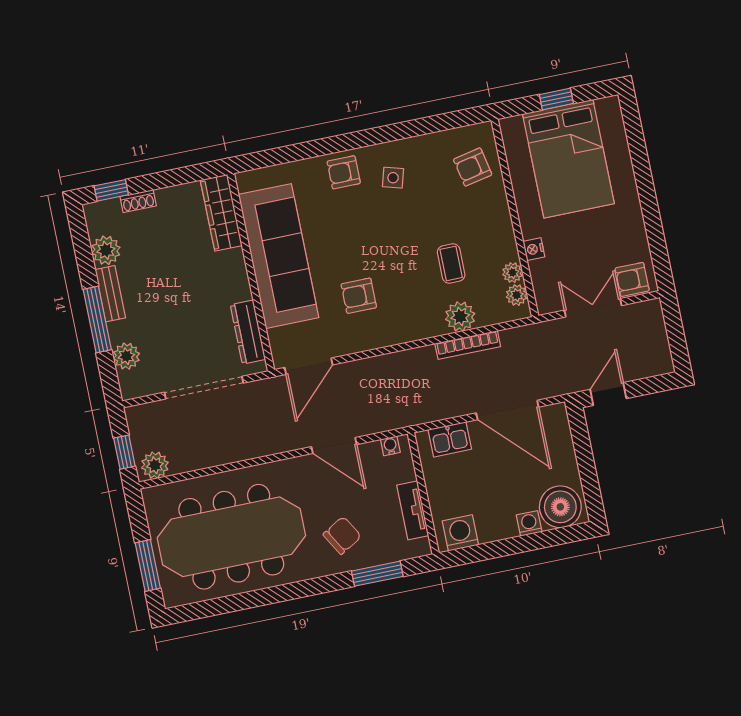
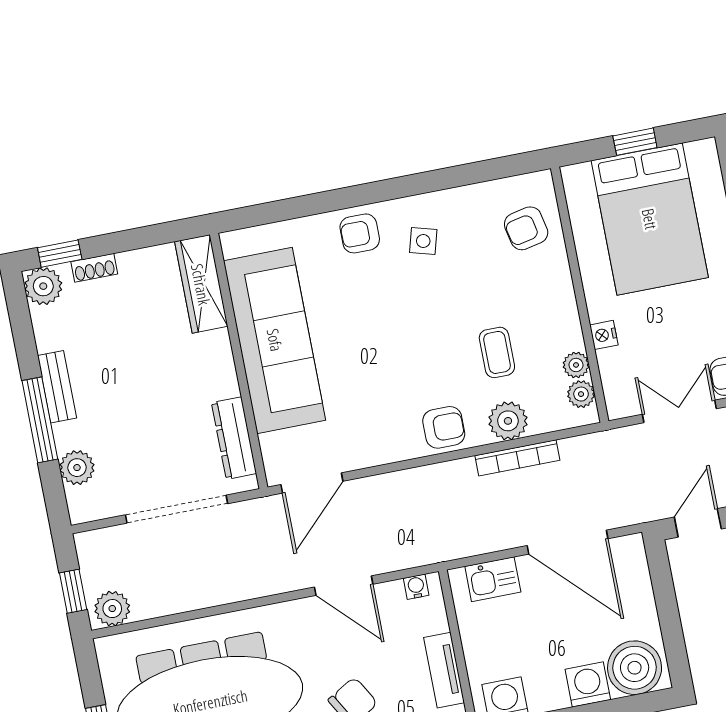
plant: (106, 250) -> (43, 286), moved
armchair: (359, 296) -> (444, 427), moved, turned 180
washing machine: (529, 523) -> (588, 684), width x1.38, depth x1.38

